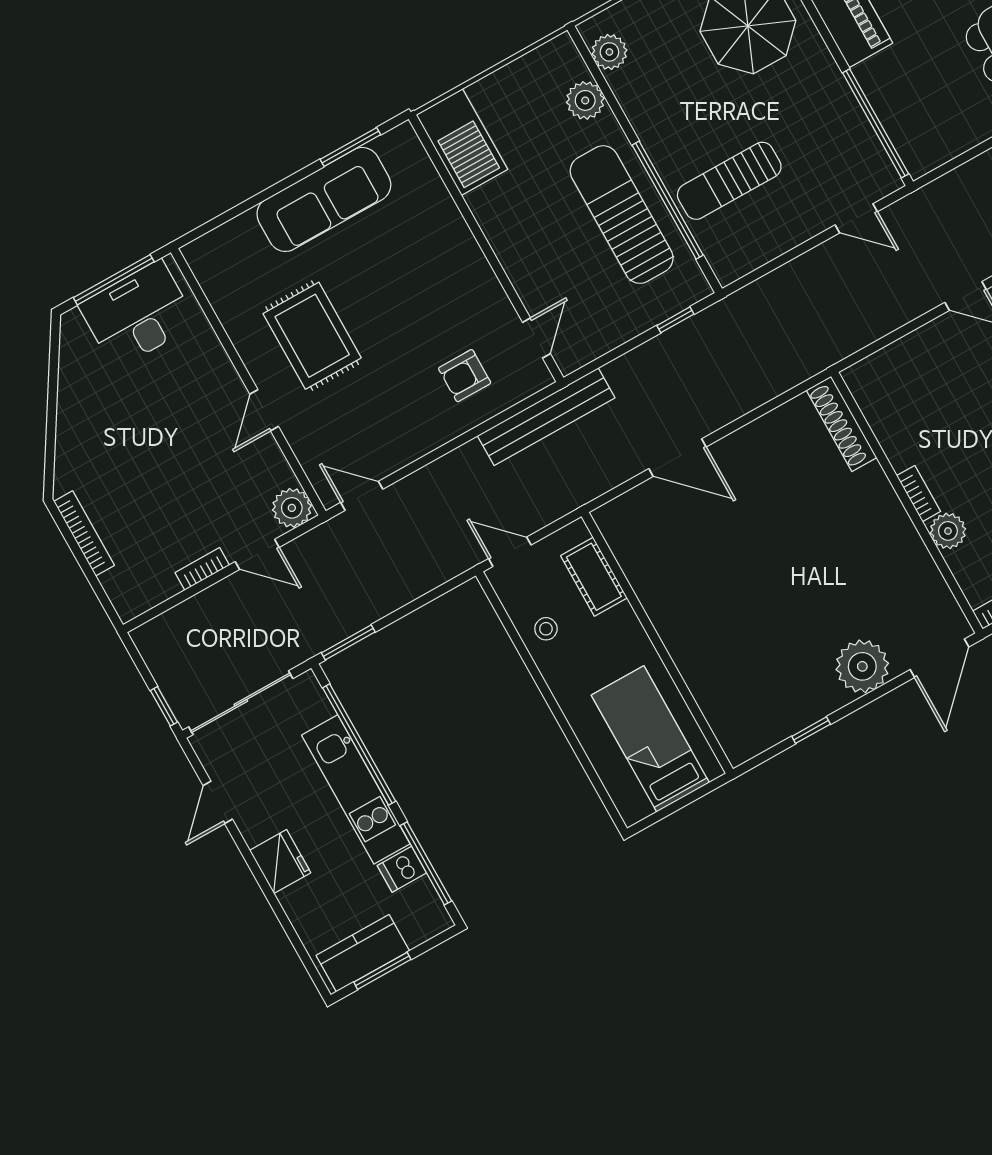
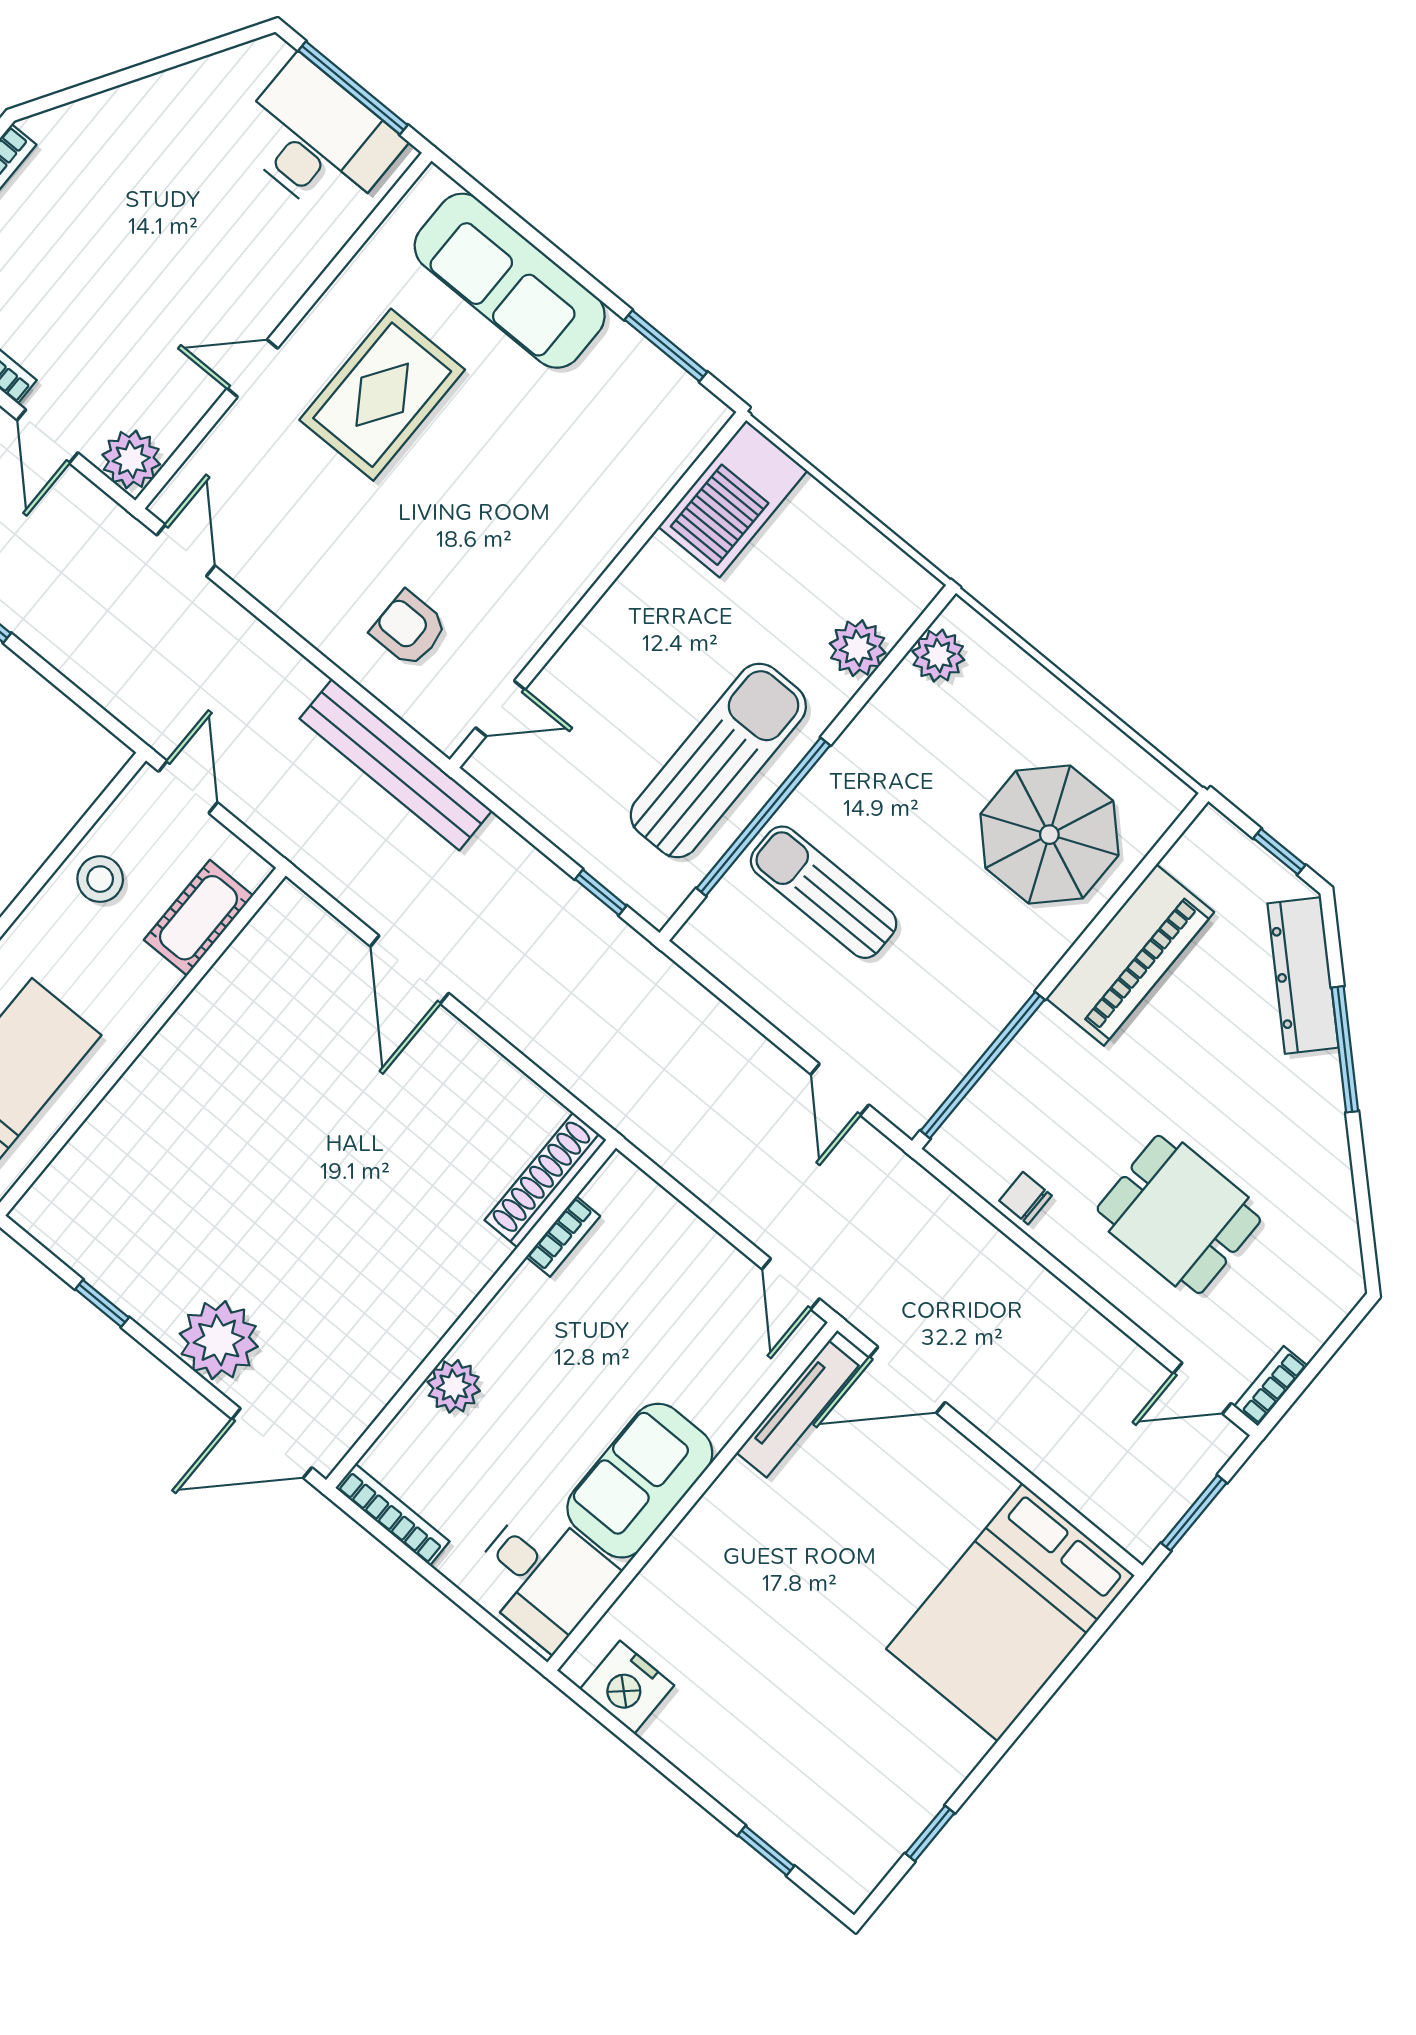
chair: (969, 129) -> (1026, 1198), added
sofa: (324, 199) -> (510, 281), moved
bookcase: (919, 494) -> (563, 1236), moved
stool: (546, 629) -> (100, 879), width x1.37, depth x1.37

